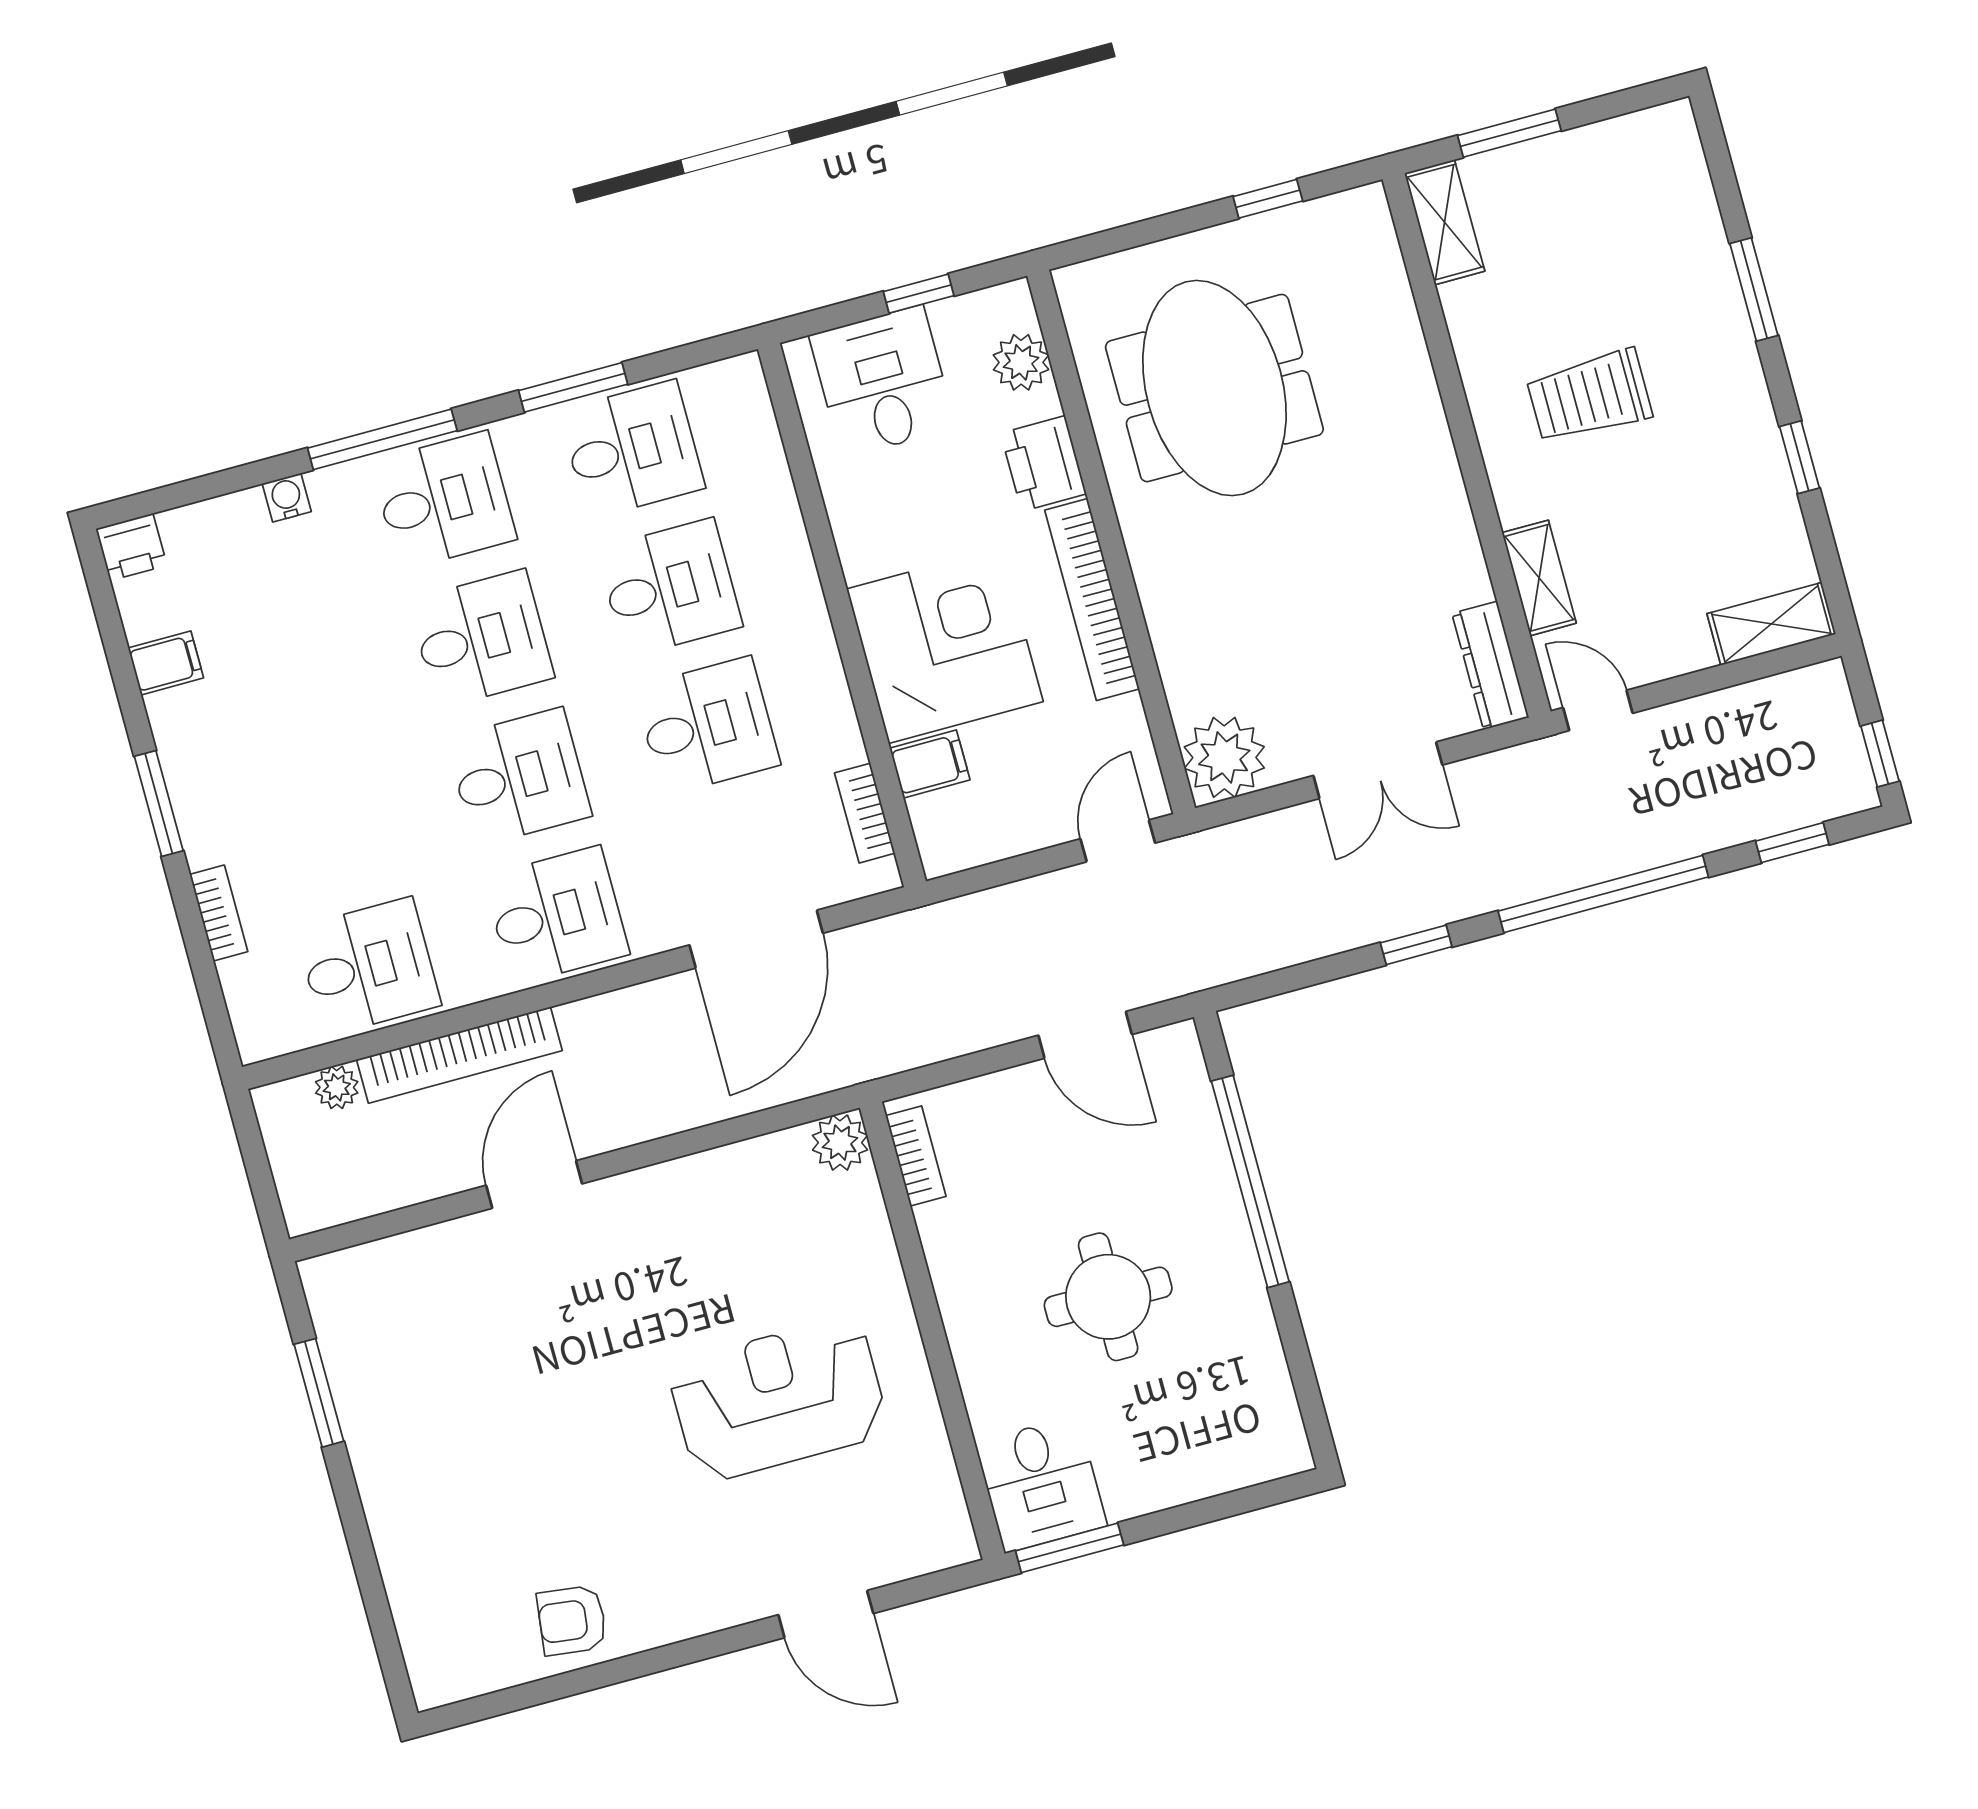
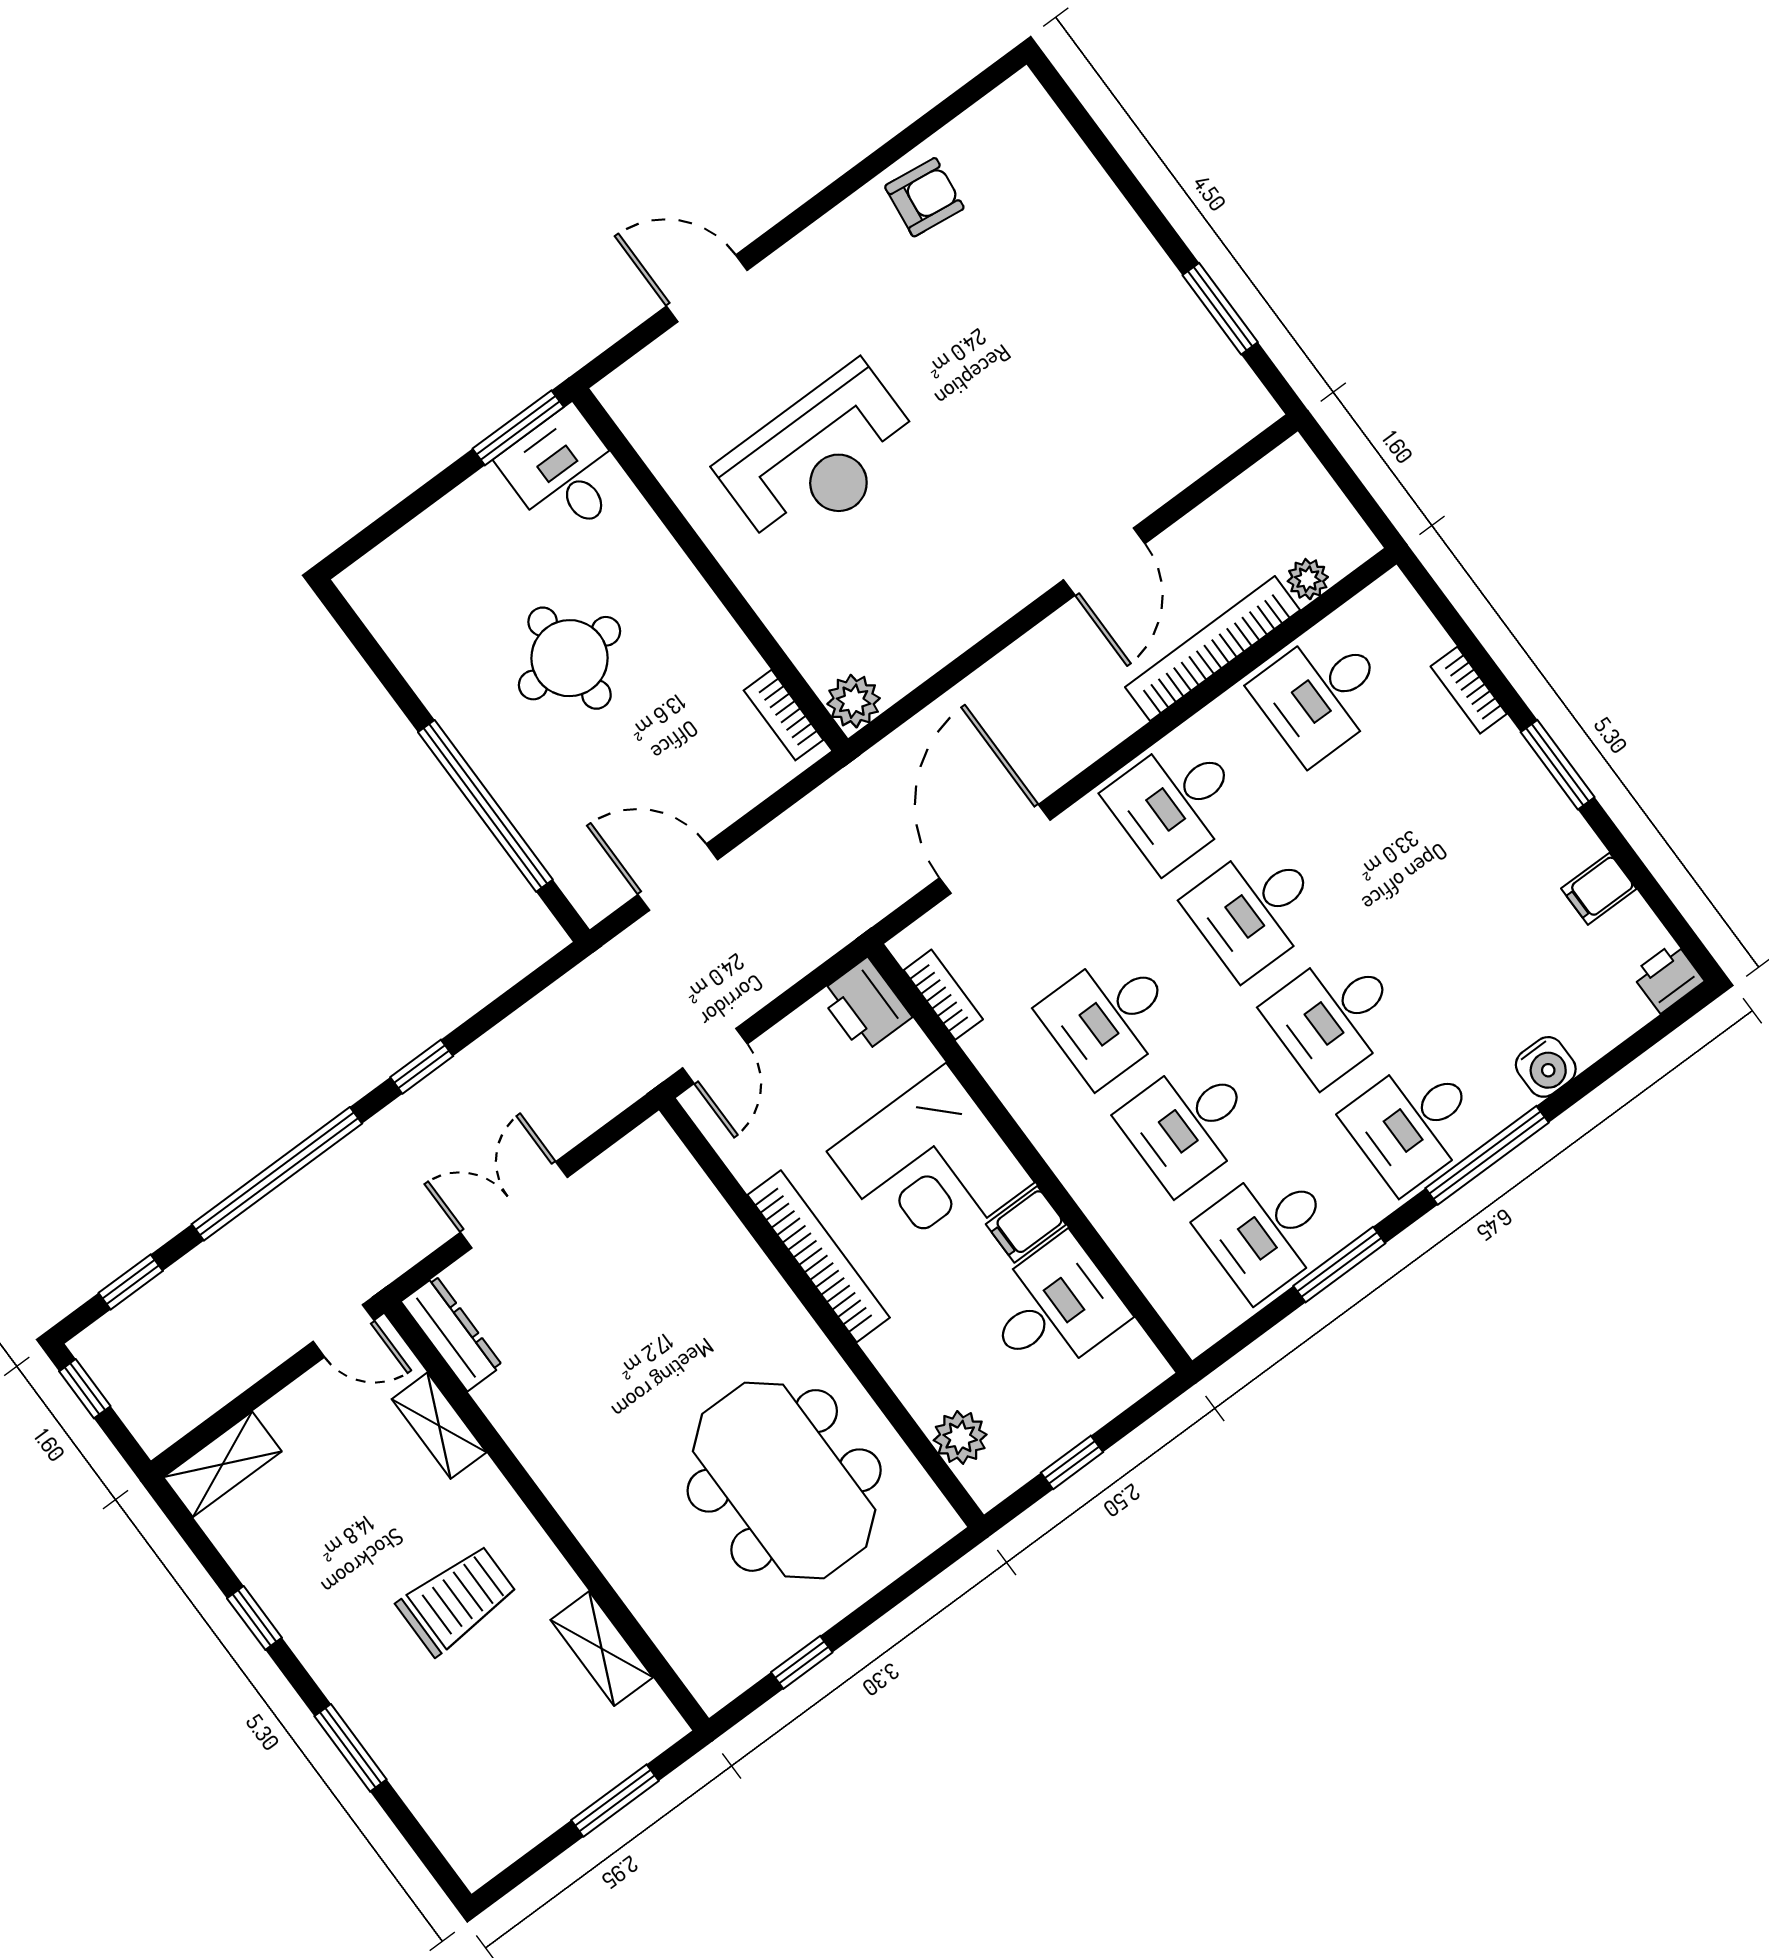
shelving: (1445, 222) -> (602, 1649), moved
desk: (883, 382) -> (1053, 1308), moved, turned -90
printer: (1043, 464) -> (865, 1005), moved, turned 180
water cooler: (287, 498) -> (1546, 1067), width x1.38, depth x1.38
plant: (1224, 757) -> (651, 1164), removed
filing cabinet: (930, 764) -> (1026, 1224), moved

